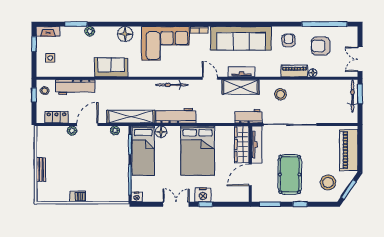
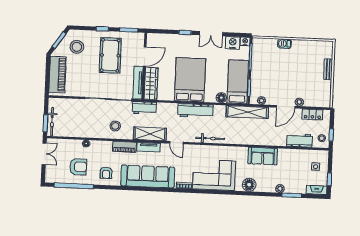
piano: (294, 71) -> (124, 147), moved
workbench: (75, 87) -> (300, 140), width x0.73
workbench: (176, 116) -> (195, 111), moved
nightstand: (203, 195) -> (233, 43), moved
barbecue: (78, 196) -> (284, 44), moved

